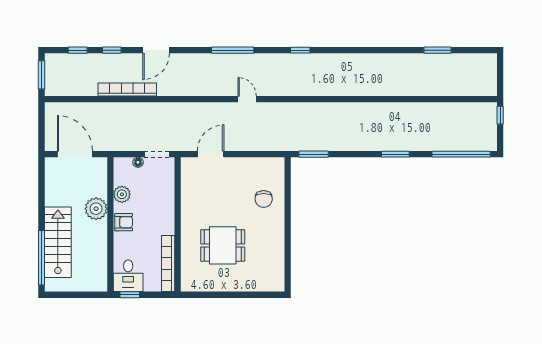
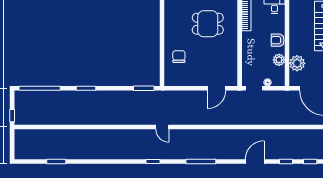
bookcase: (127, 89) -> (275, 134), removed
door: (247, 99) -> (162, 127), moved
plant: (96, 209) -> (297, 63), moved

